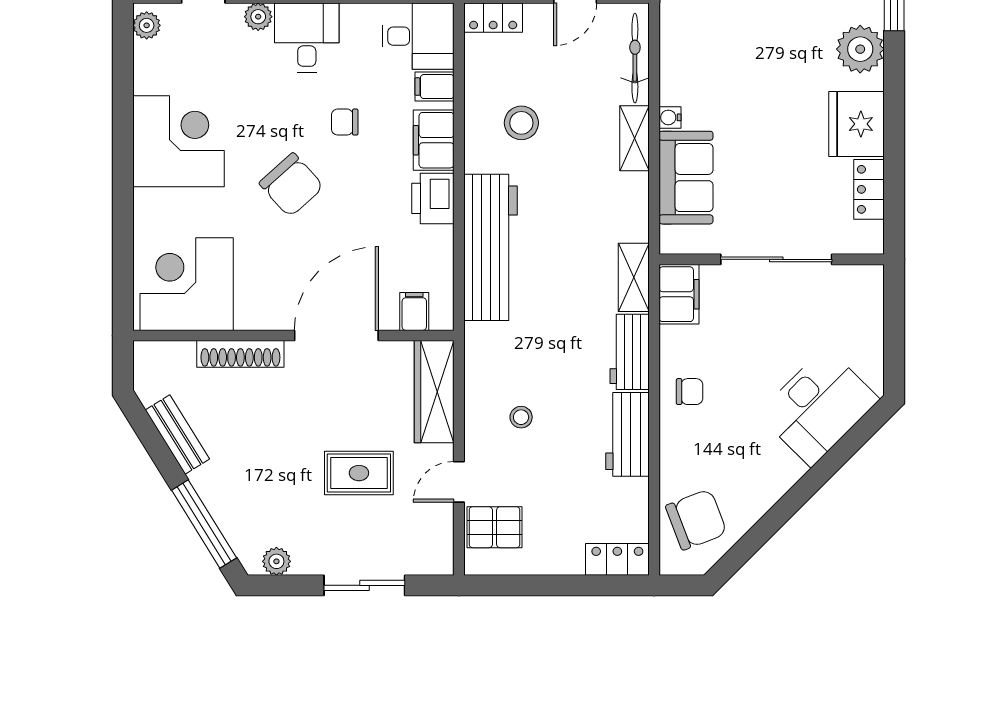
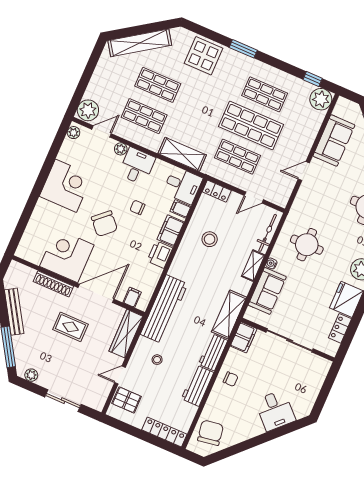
round table: (726, 47) -> (307, 245), added
workbench: (490, 247) -> (164, 309), moved
shelving: (634, 277) -> (229, 315), width x1.50, depth x1.33
corner desk: (187, 284) -> (67, 256), moved
desk: (818, 407) -> (275, 410), width x0.73
bench: (177, 435) -> (14, 312), width x1.36
rug: (359, 473) -> (70, 327), moved
chair: (696, 520) -> (211, 433), turned -78
locker: (617, 559) -> (164, 432), width x1.53

